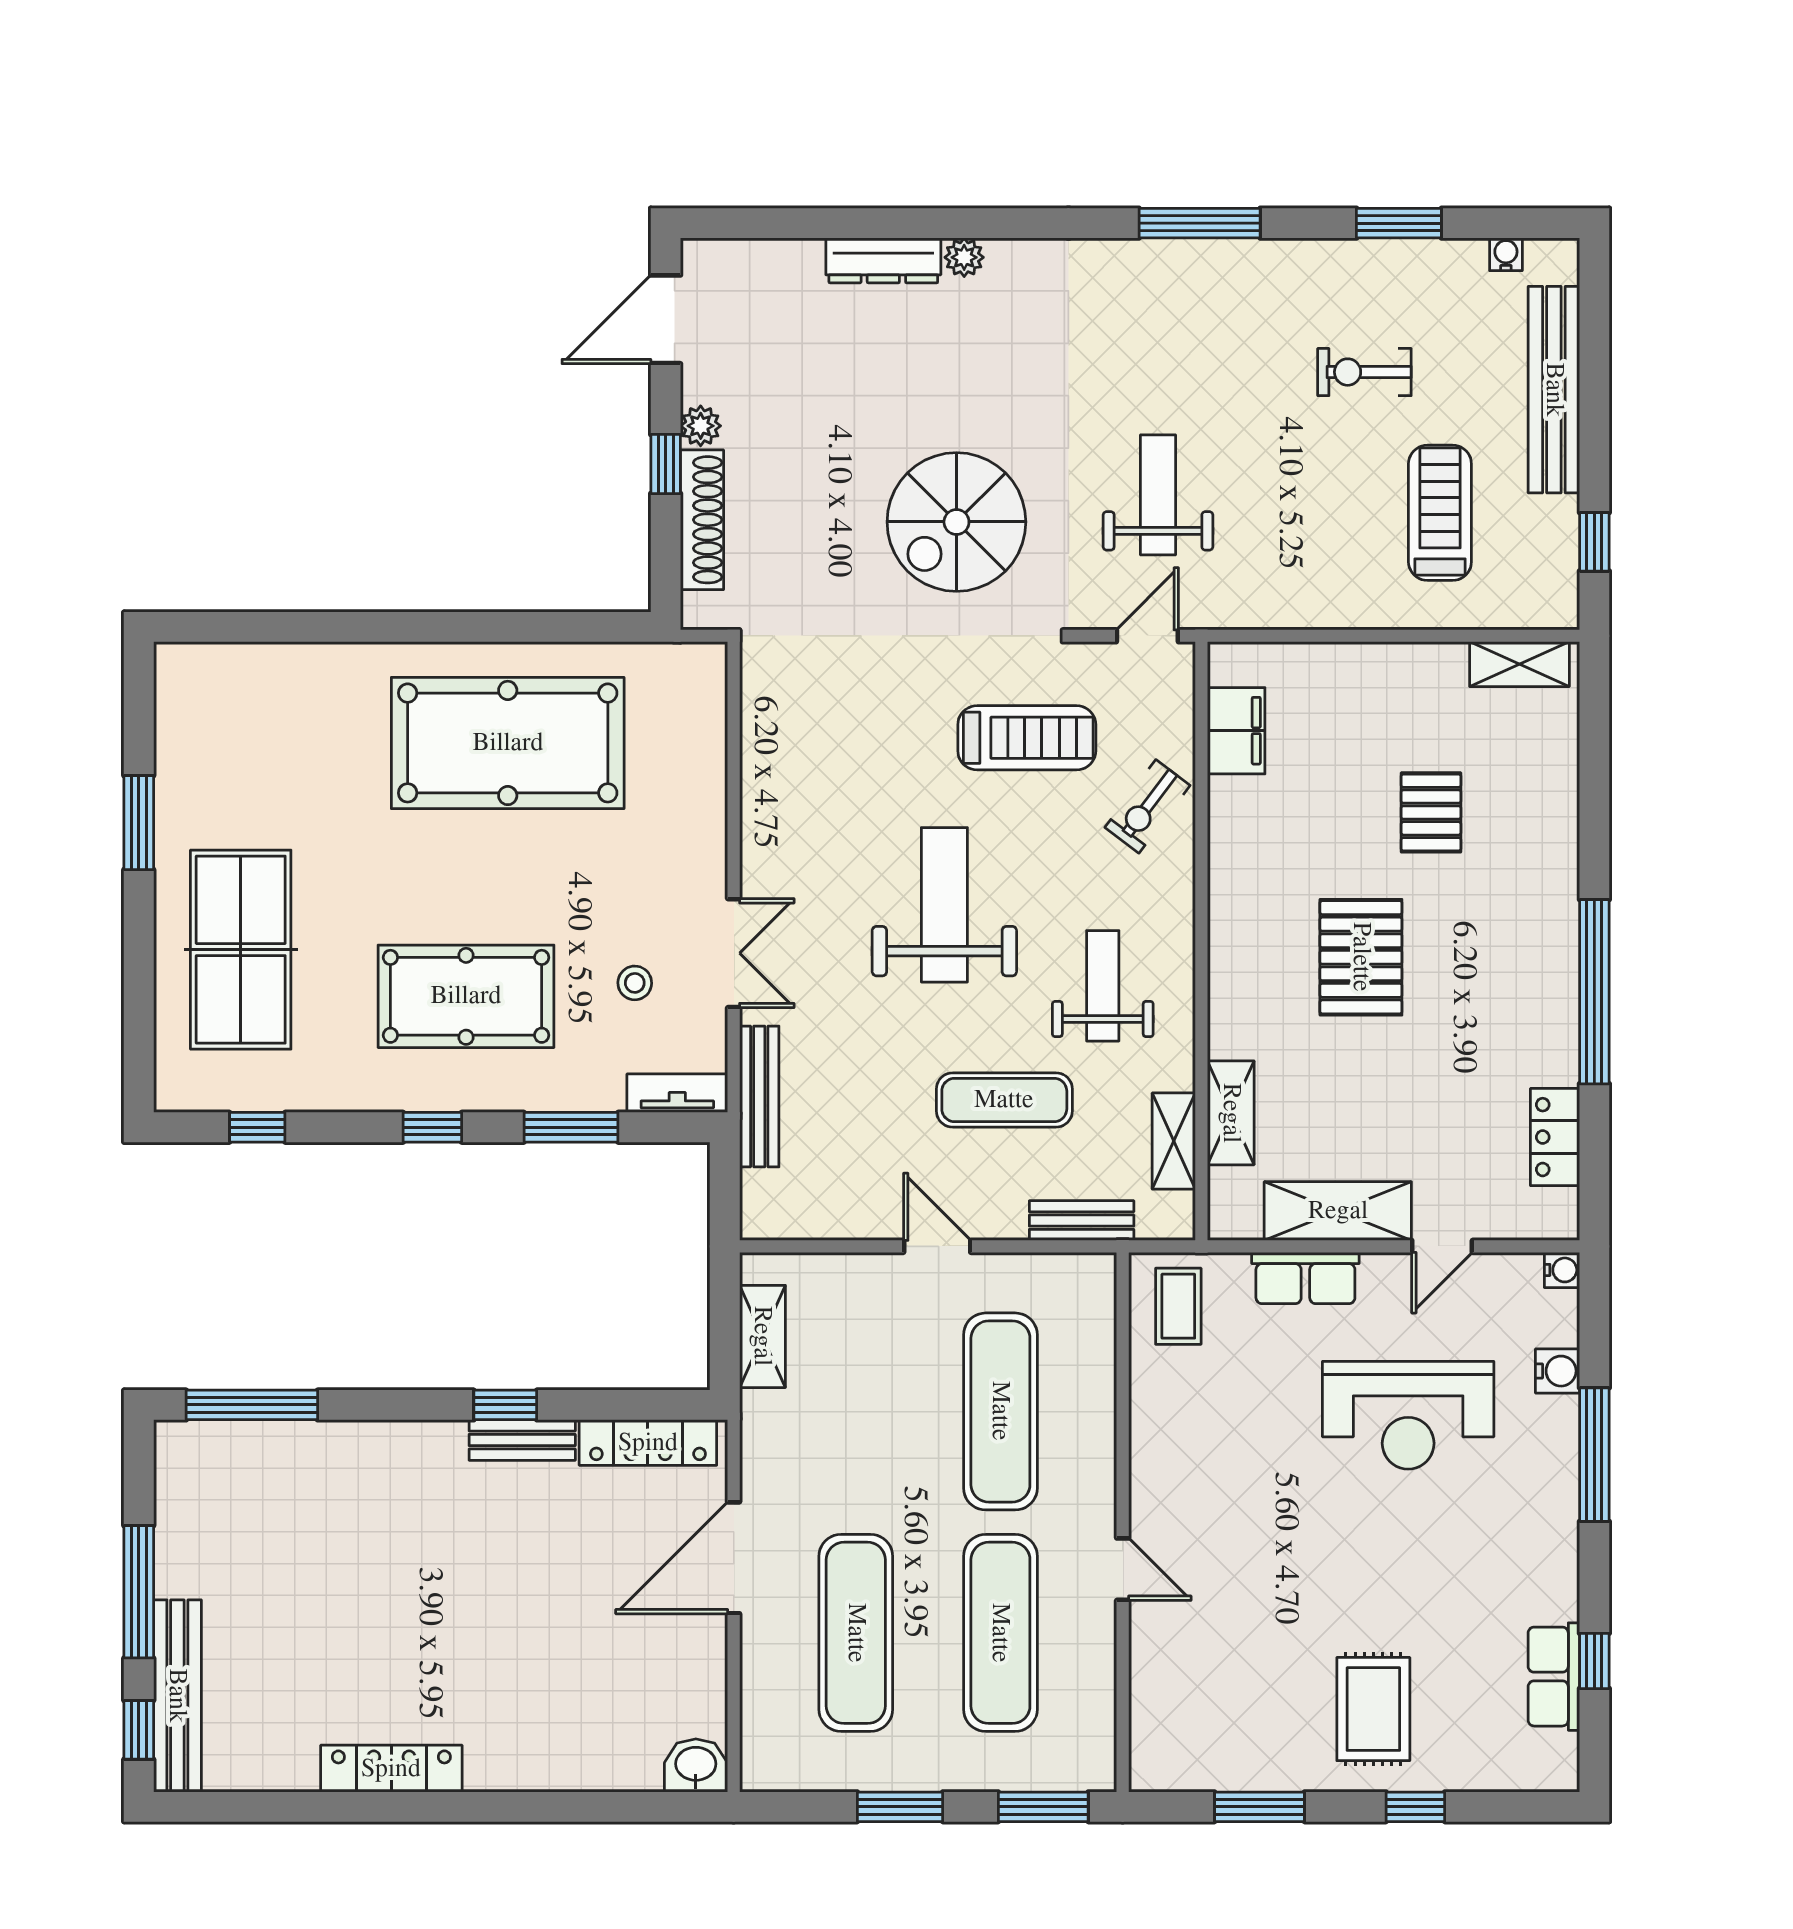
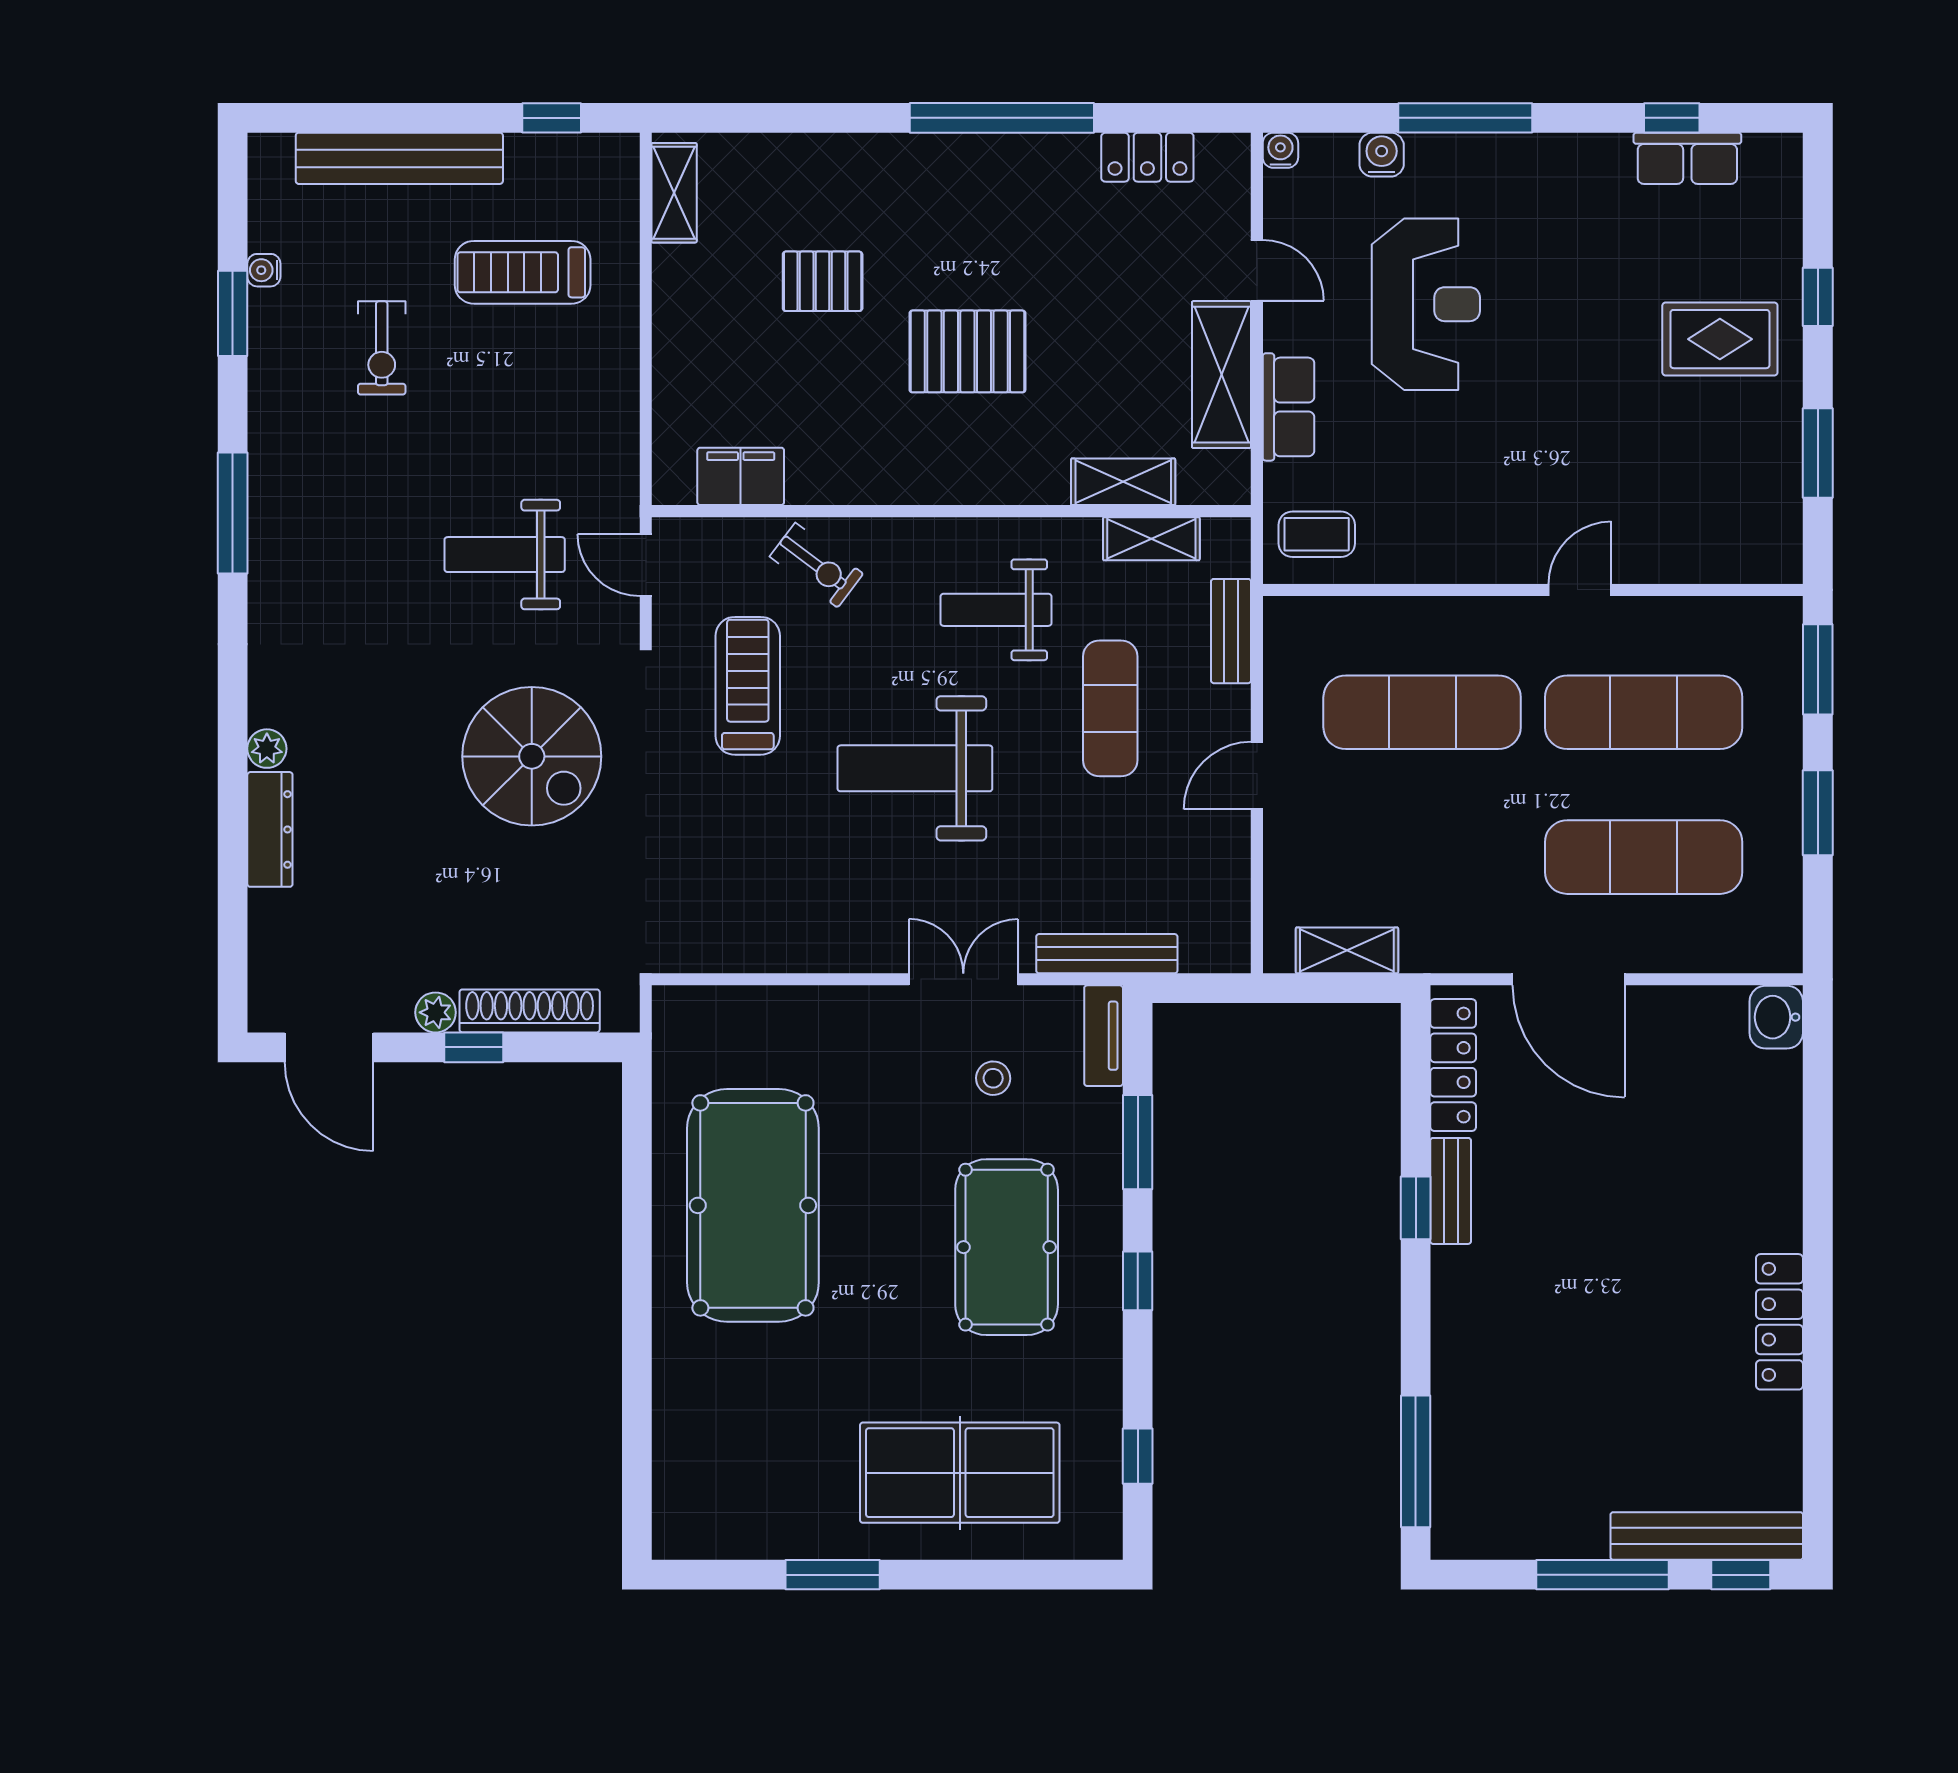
water cooler: (1506, 254) -> (264, 270), moved

